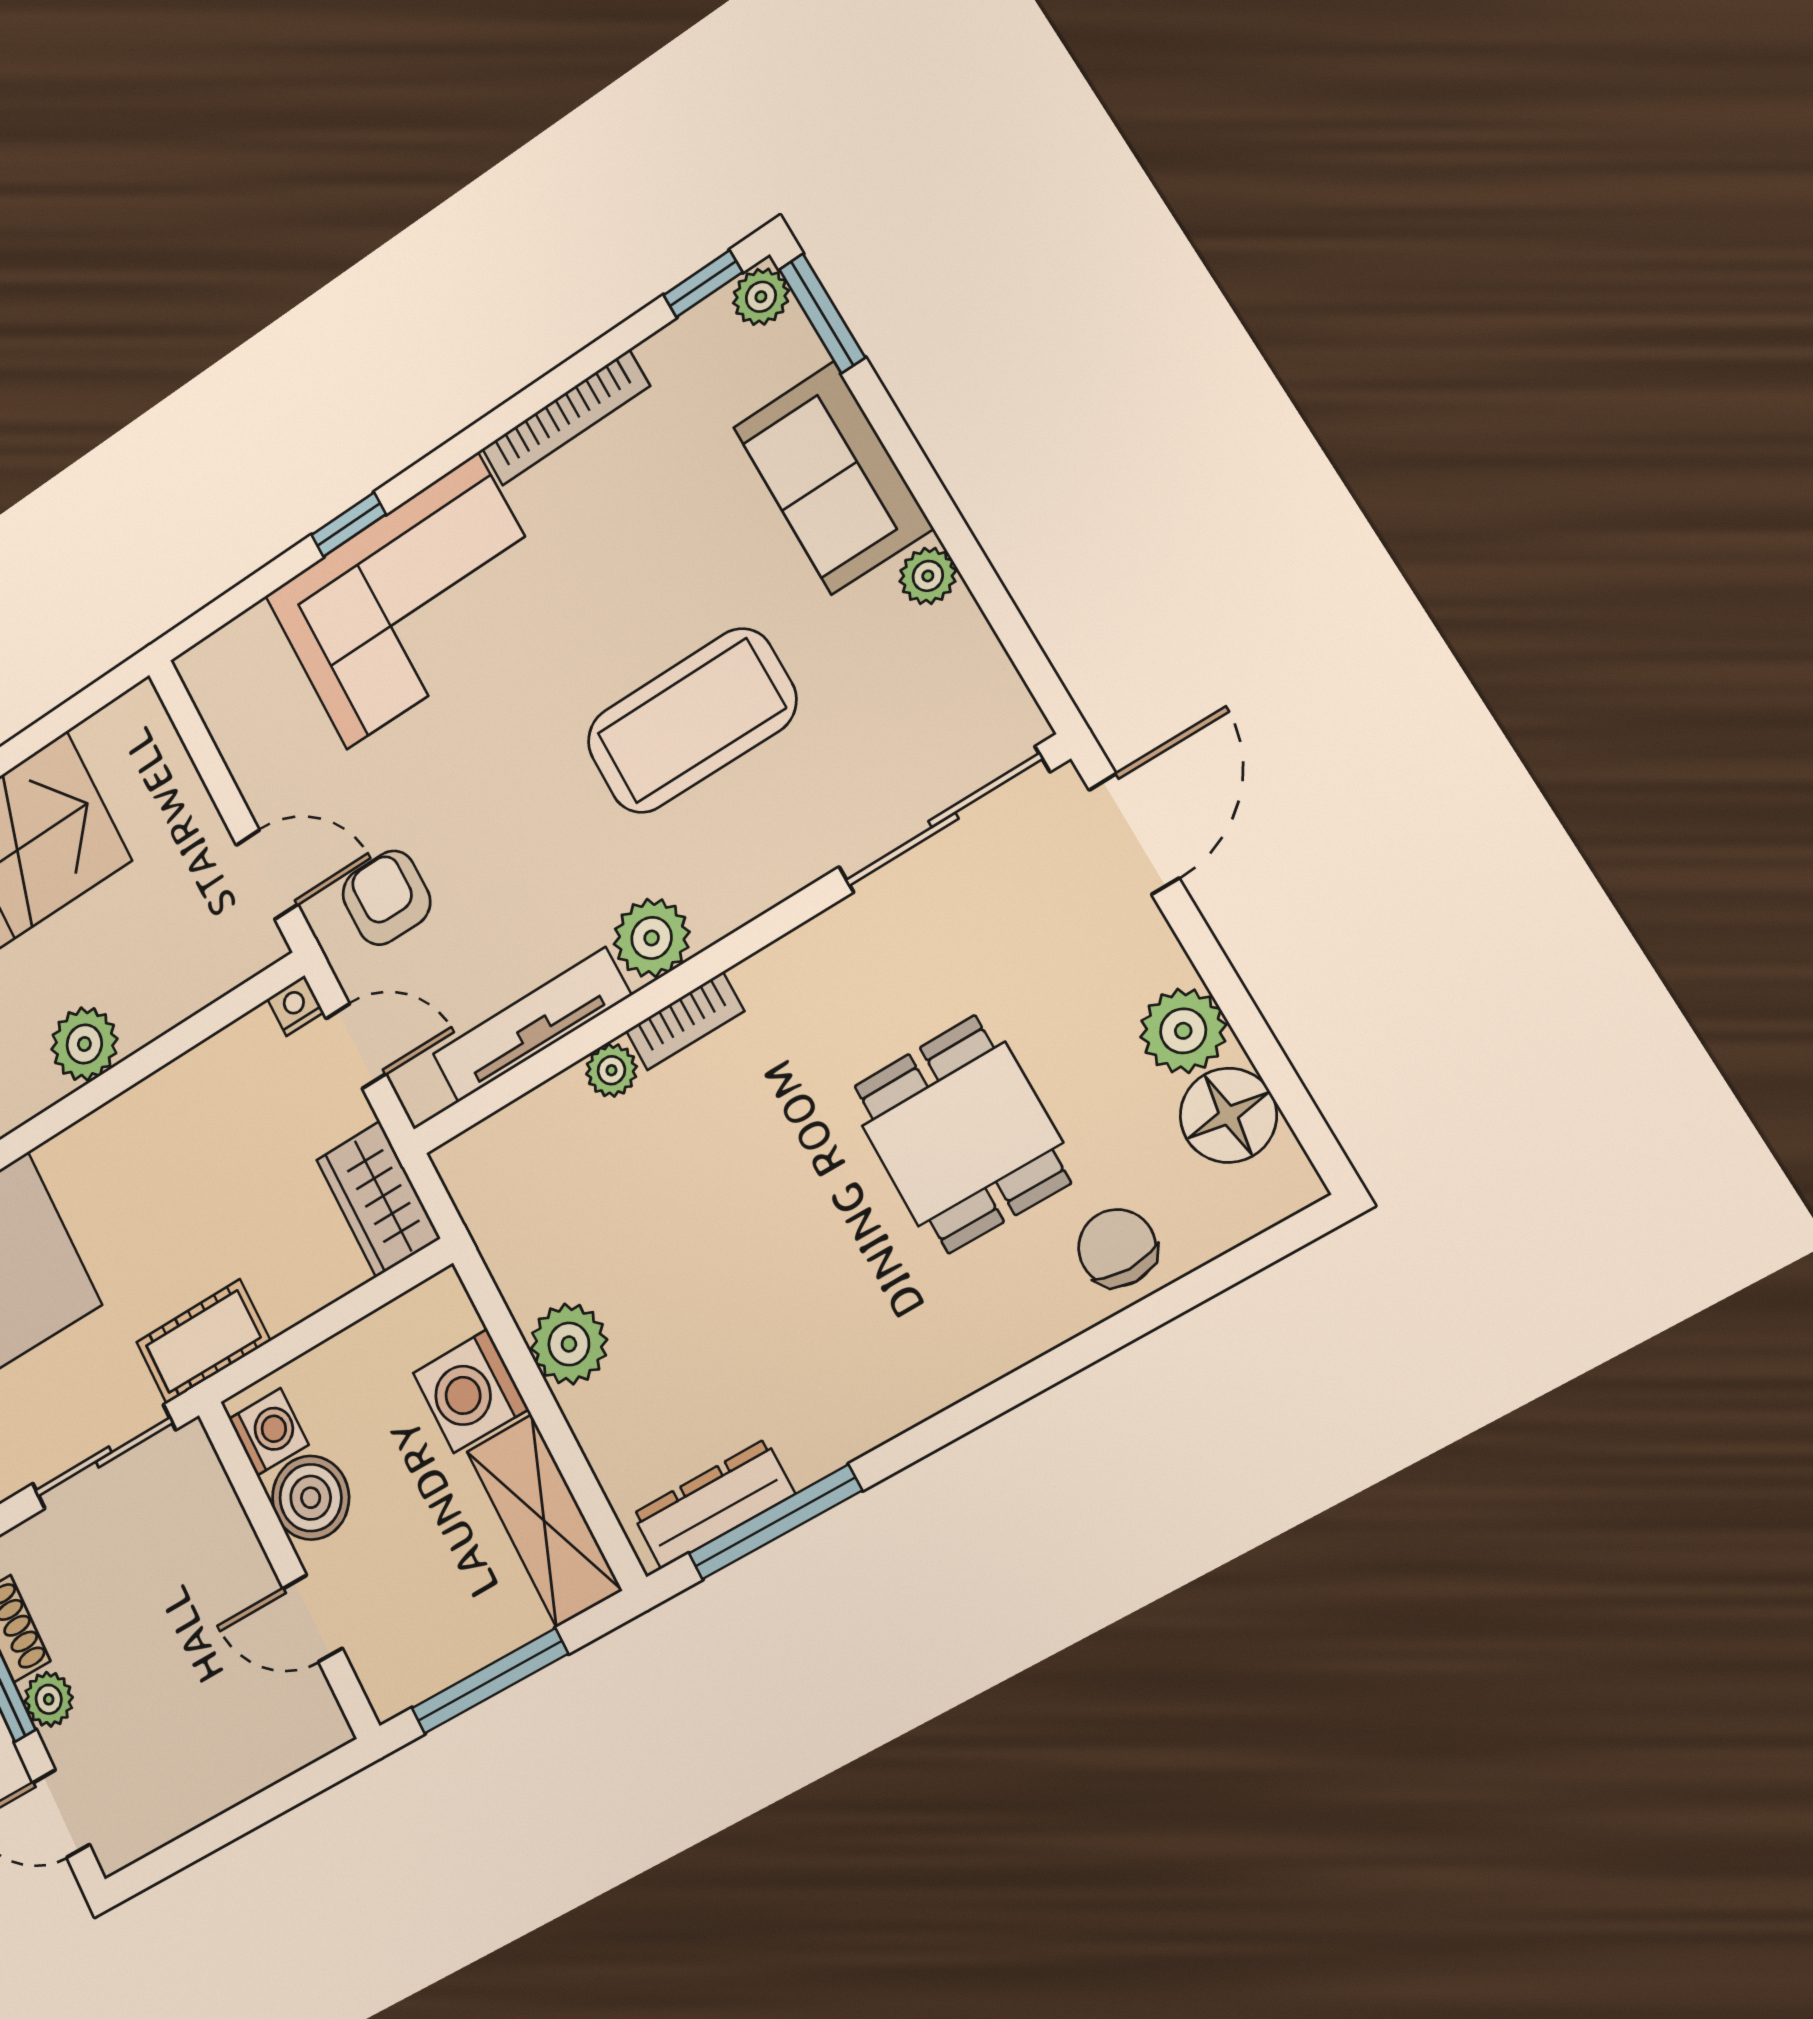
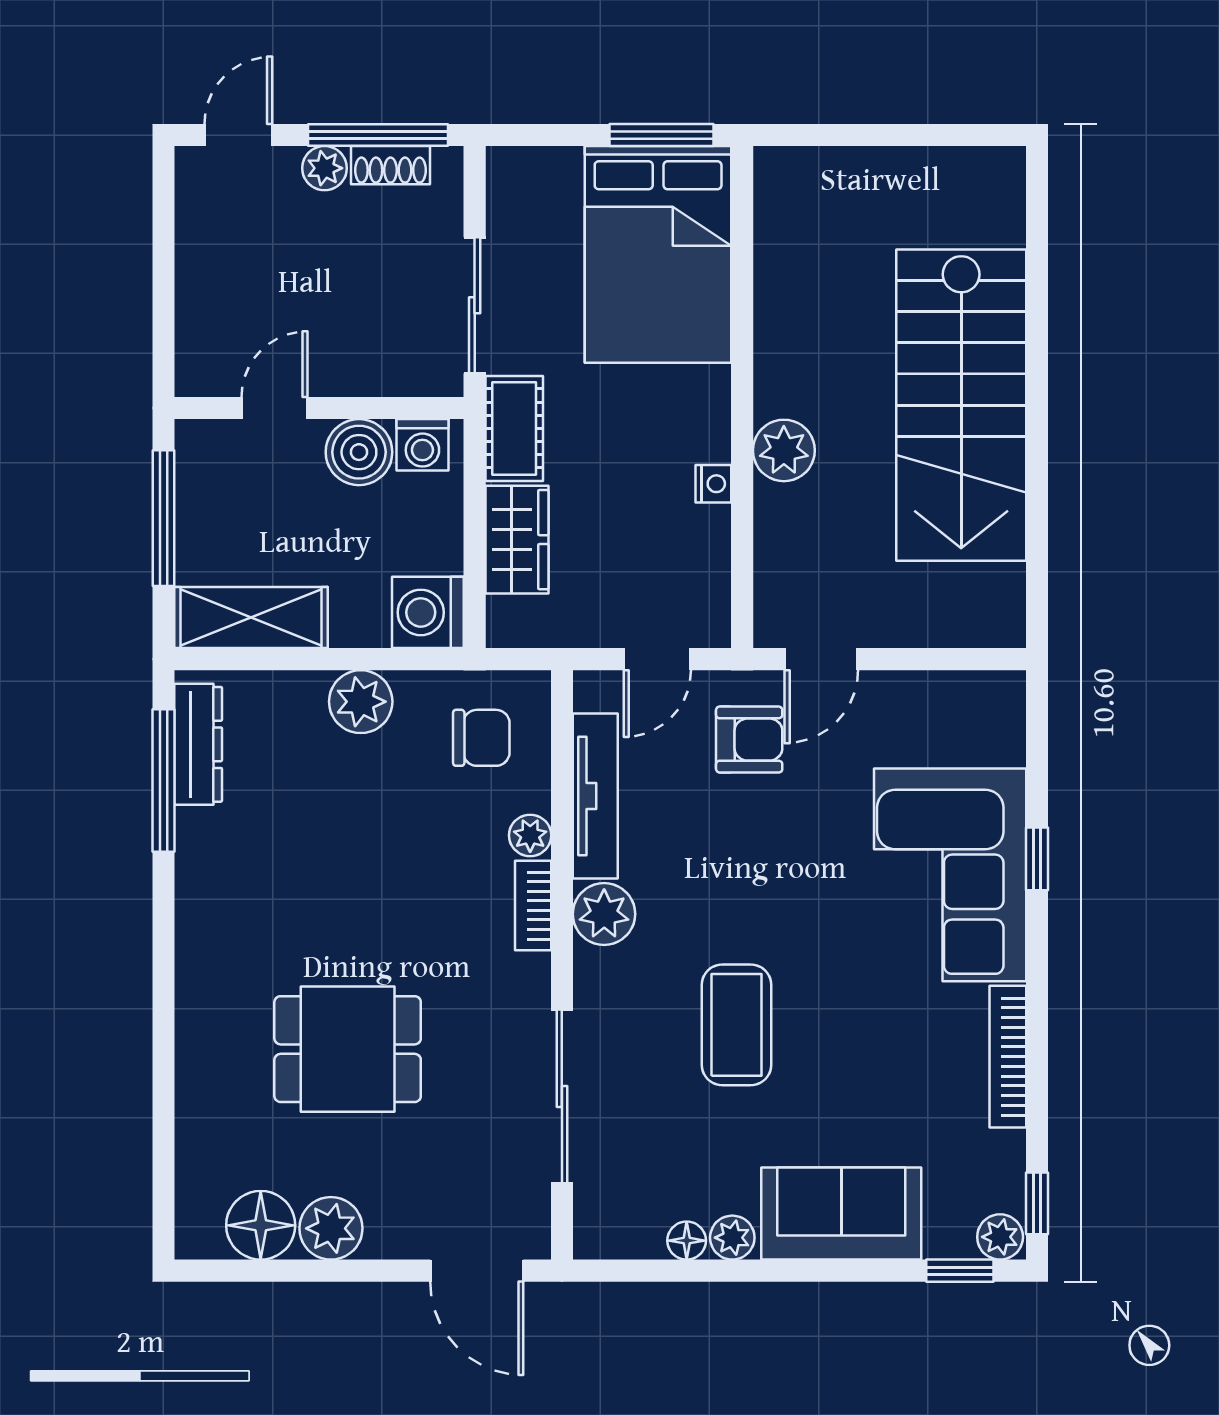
window: (822, 313) -> (960, 1271), width x0.67
floor lamp: (960, 623) -> (687, 1241), added
coffee table: (691, 721) -> (736, 1025), width x0.73, depth x0.76
sliding door: (943, 820) -> (562, 1096), moved
nightstand: (295, 1006) -> (713, 484), moved
wardrobe: (378, 1199) -> (517, 540), moved, turned 90
chair: (1117, 1248) -> (481, 738), moved
washing machine: (471, 1391) -> (428, 612), moved, turned -90

